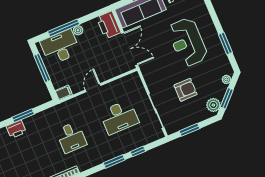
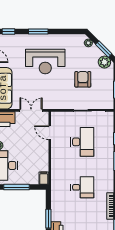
window: (225, 43) -> (38, 32), moved
double door: (130, 49) -> (31, 110), width x0.73
door: (93, 88) -> (50, 133), moved

